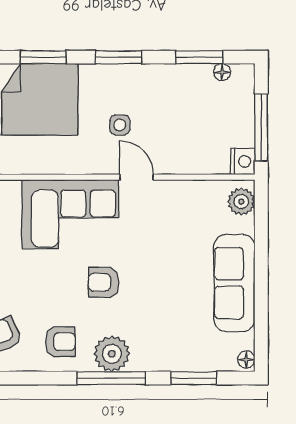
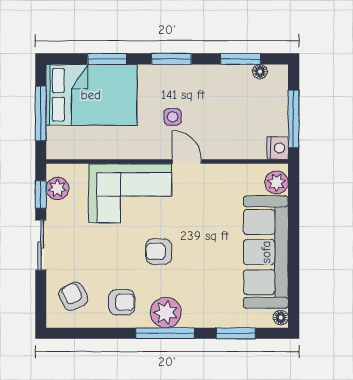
sofa: (234, 283) -> (266, 252), width x1.36, depth x1.27

